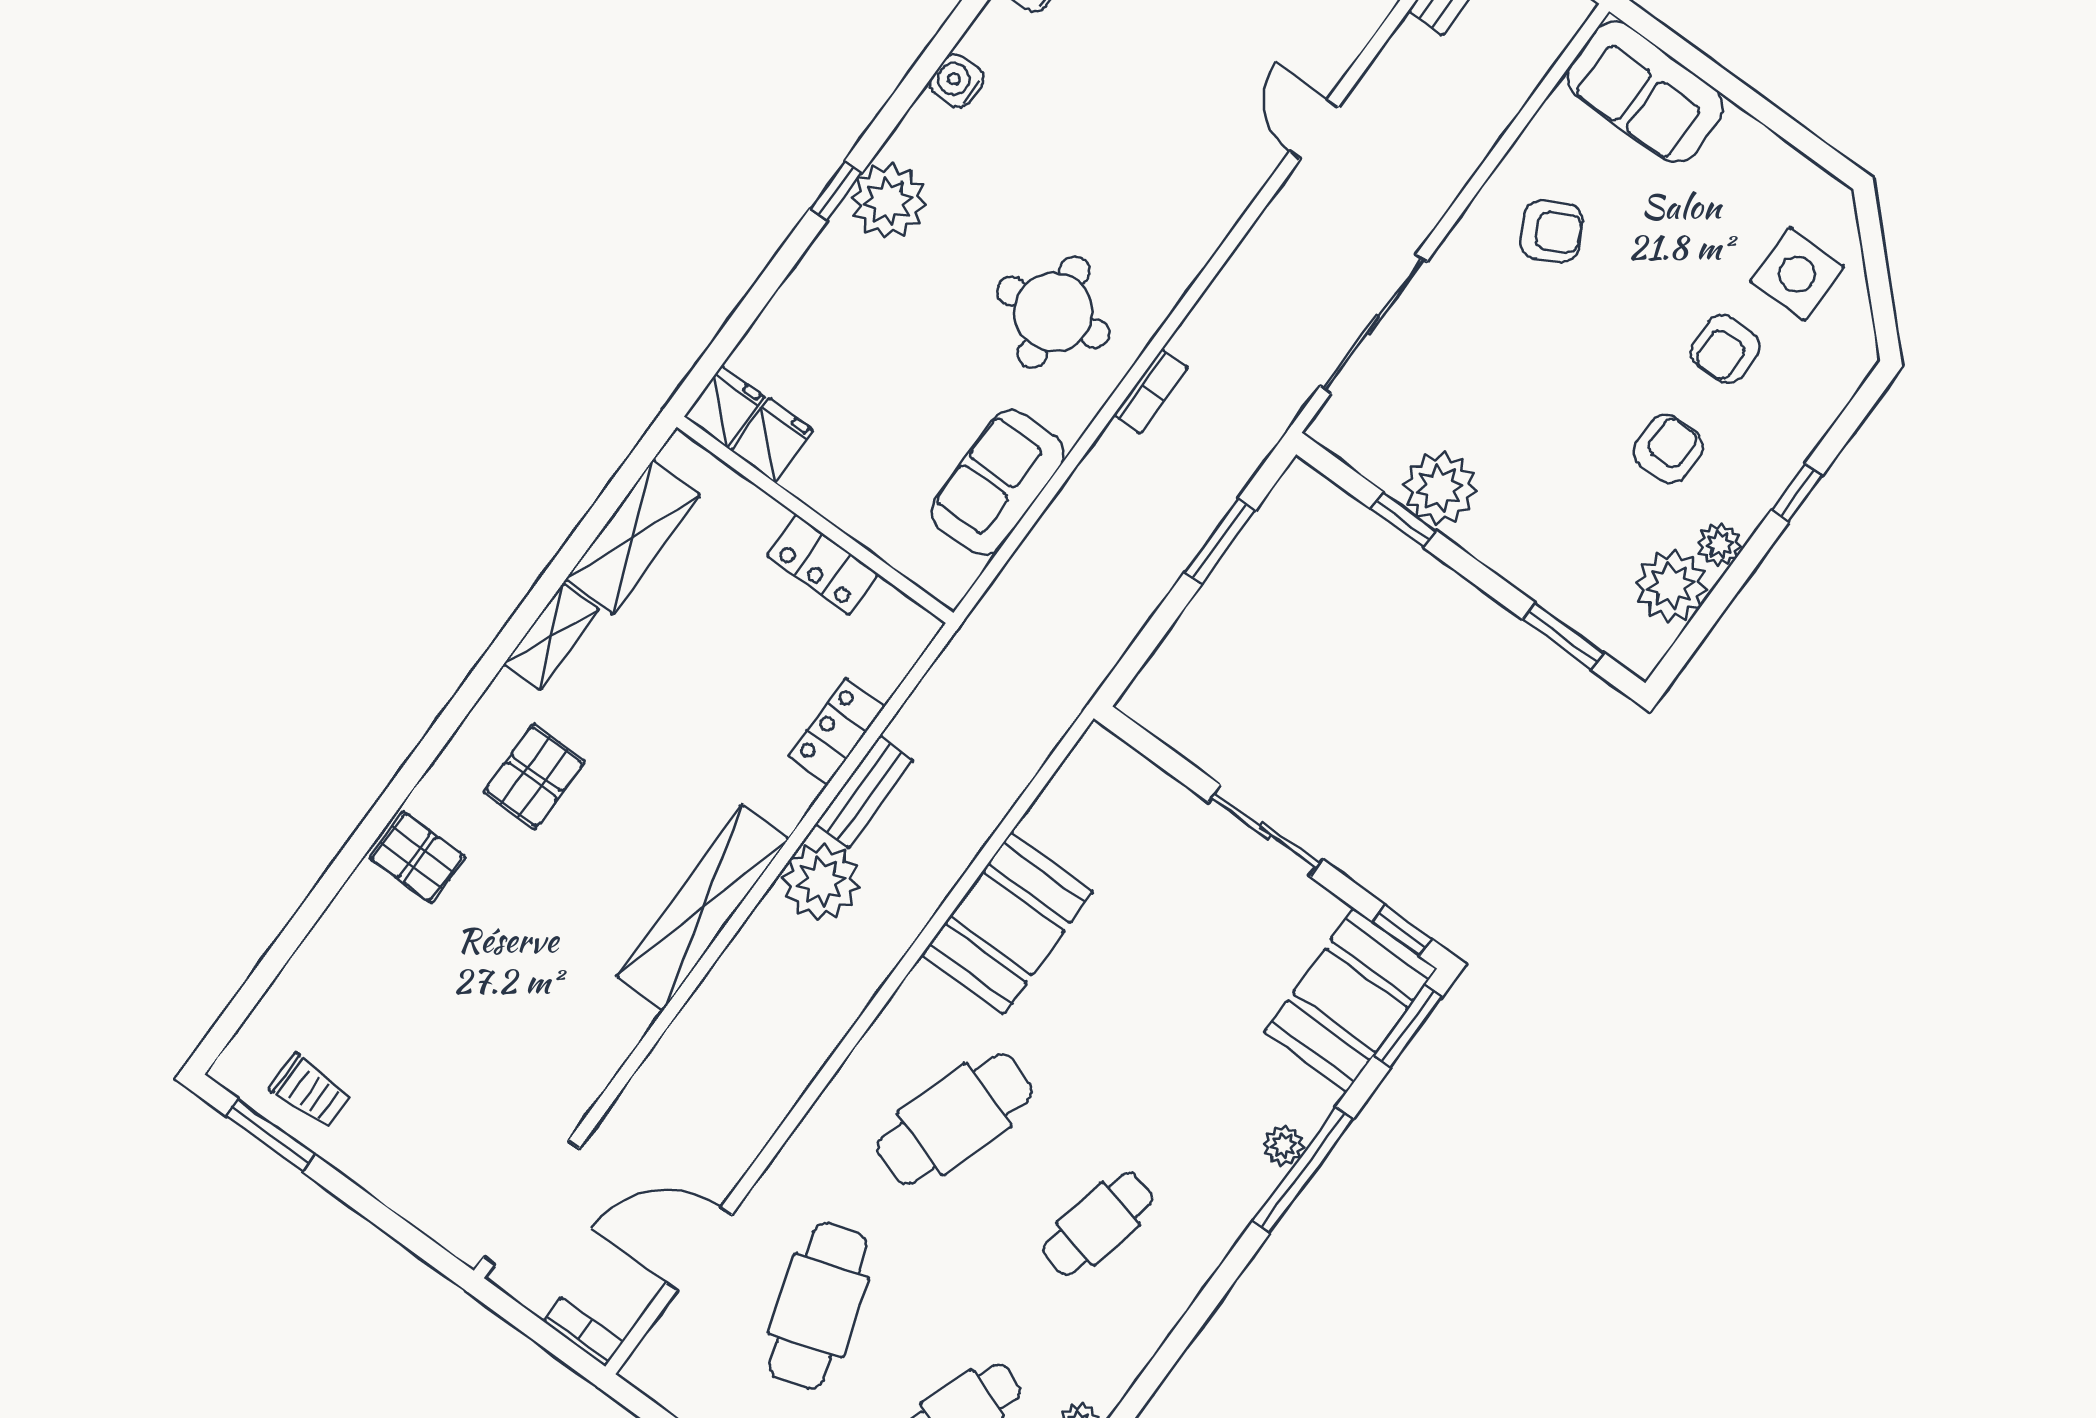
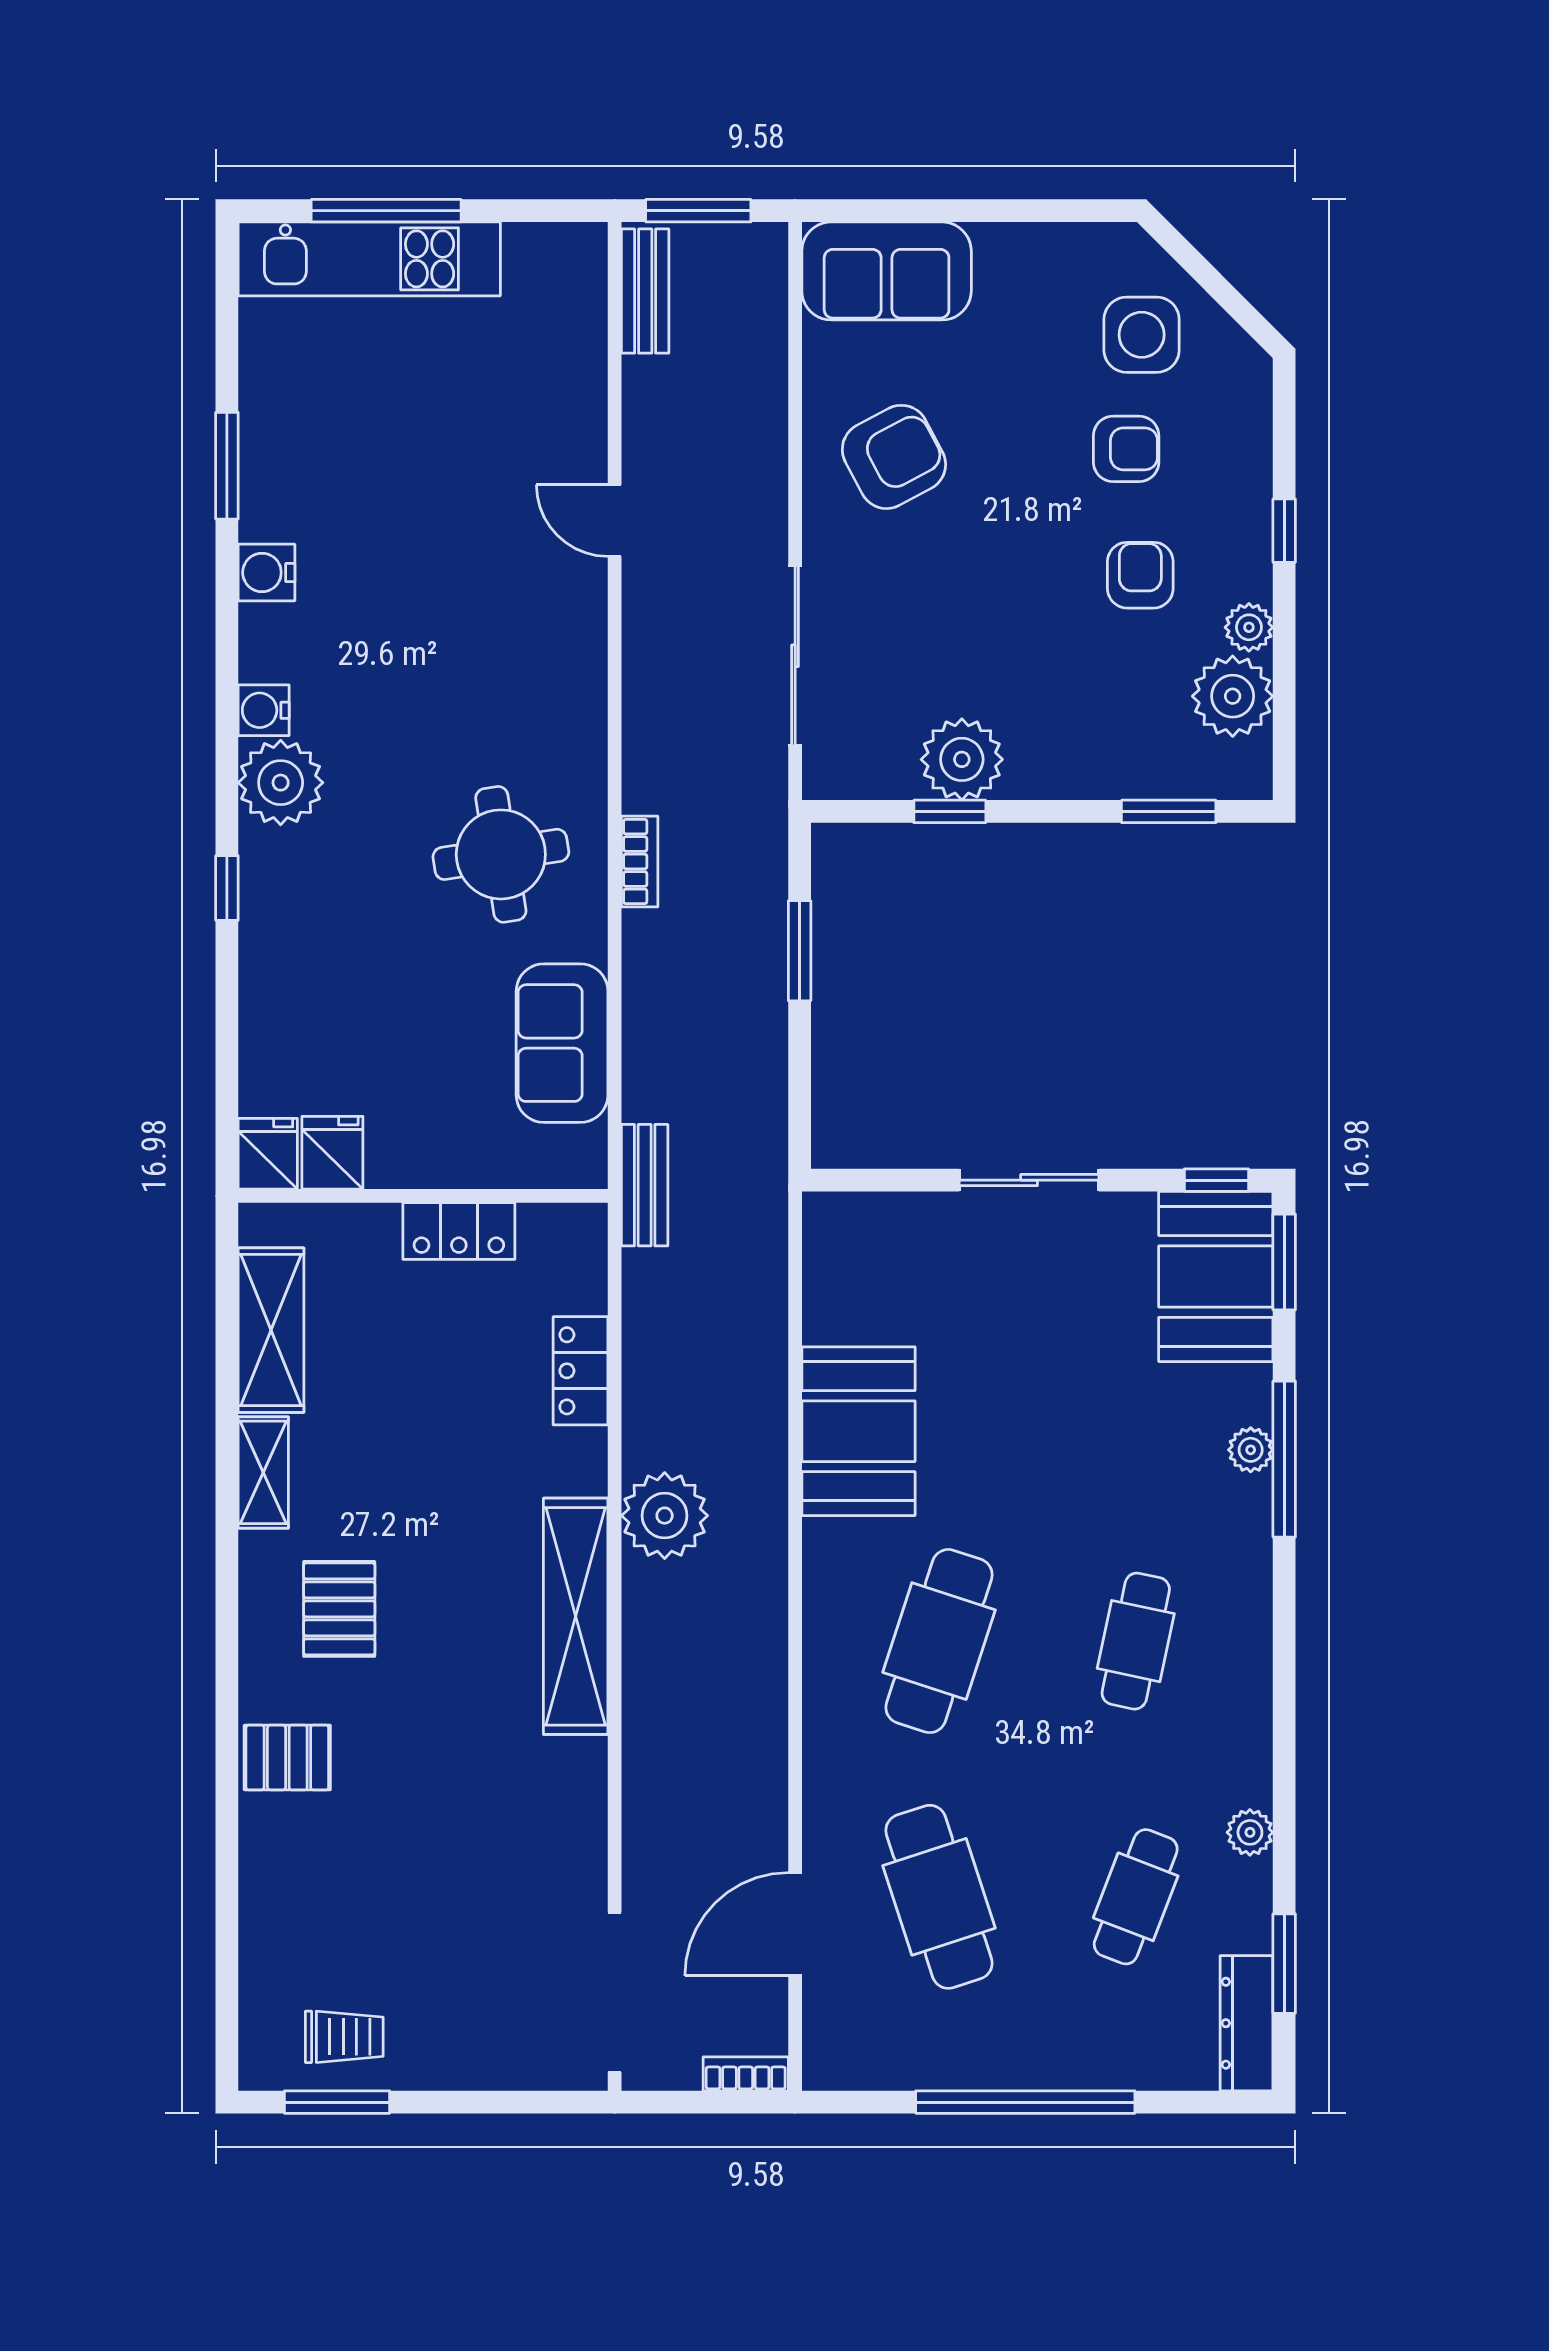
plant: (888, 201) -> (281, 783), moved
armchair: (1551, 231) -> (894, 457), width x1.38, depth x1.38
armchair: (1725, 349) -> (1126, 449), turned -90
bench: (864, 792) -> (645, 1185), moved

